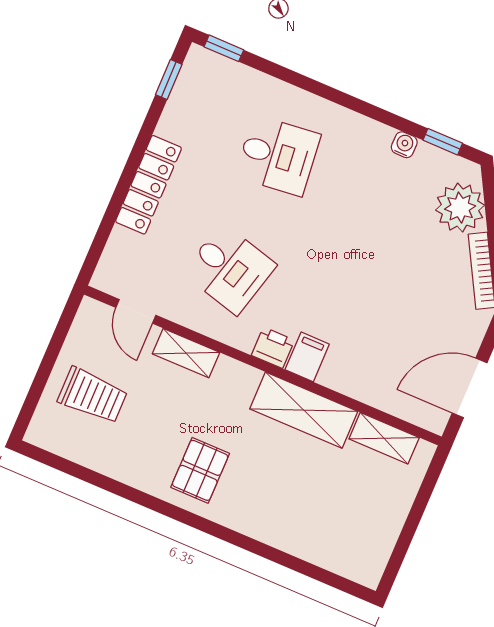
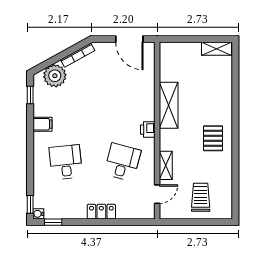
water cooler: (404, 145) -> (38, 214), moved
locker: (149, 185) -> (101, 212), width x0.66
filing cabinet: (307, 357) -> (42, 124), moved, turned 180
shelving: (384, 438) -> (217, 49), moved, turned 90
pallet: (200, 470) -> (213, 138), turned 90

